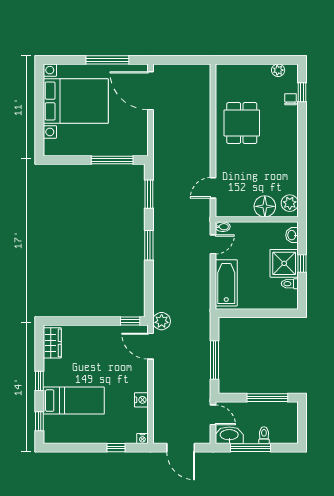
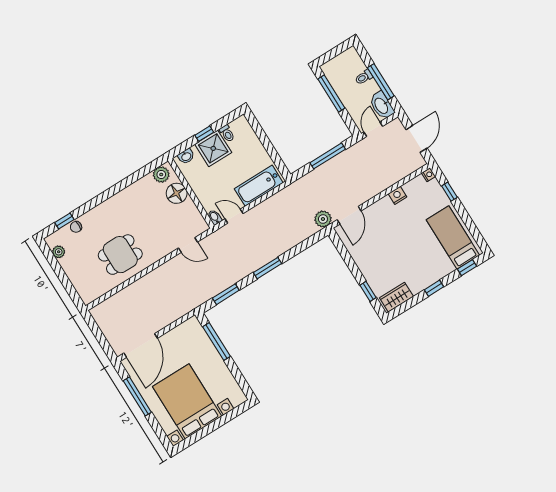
window: (130, 321) -> (368, 291), moved
bed: (74, 401) -> (453, 237), moved

